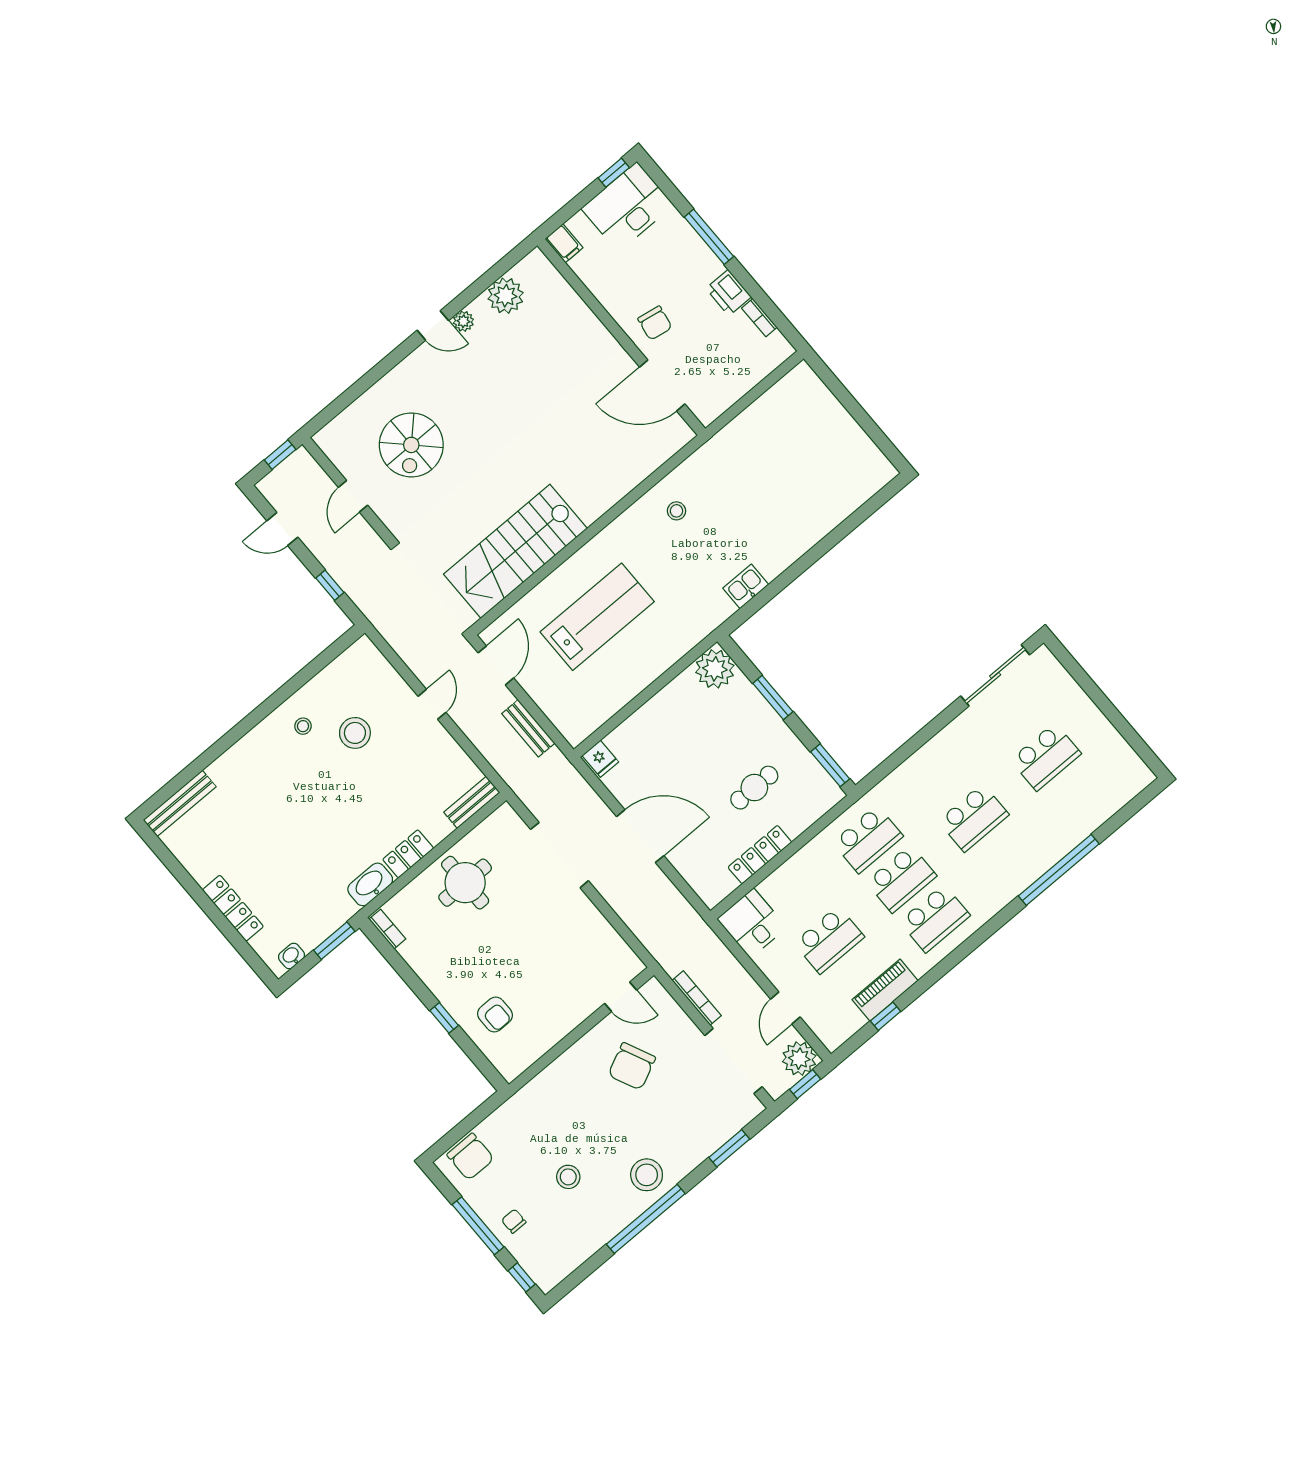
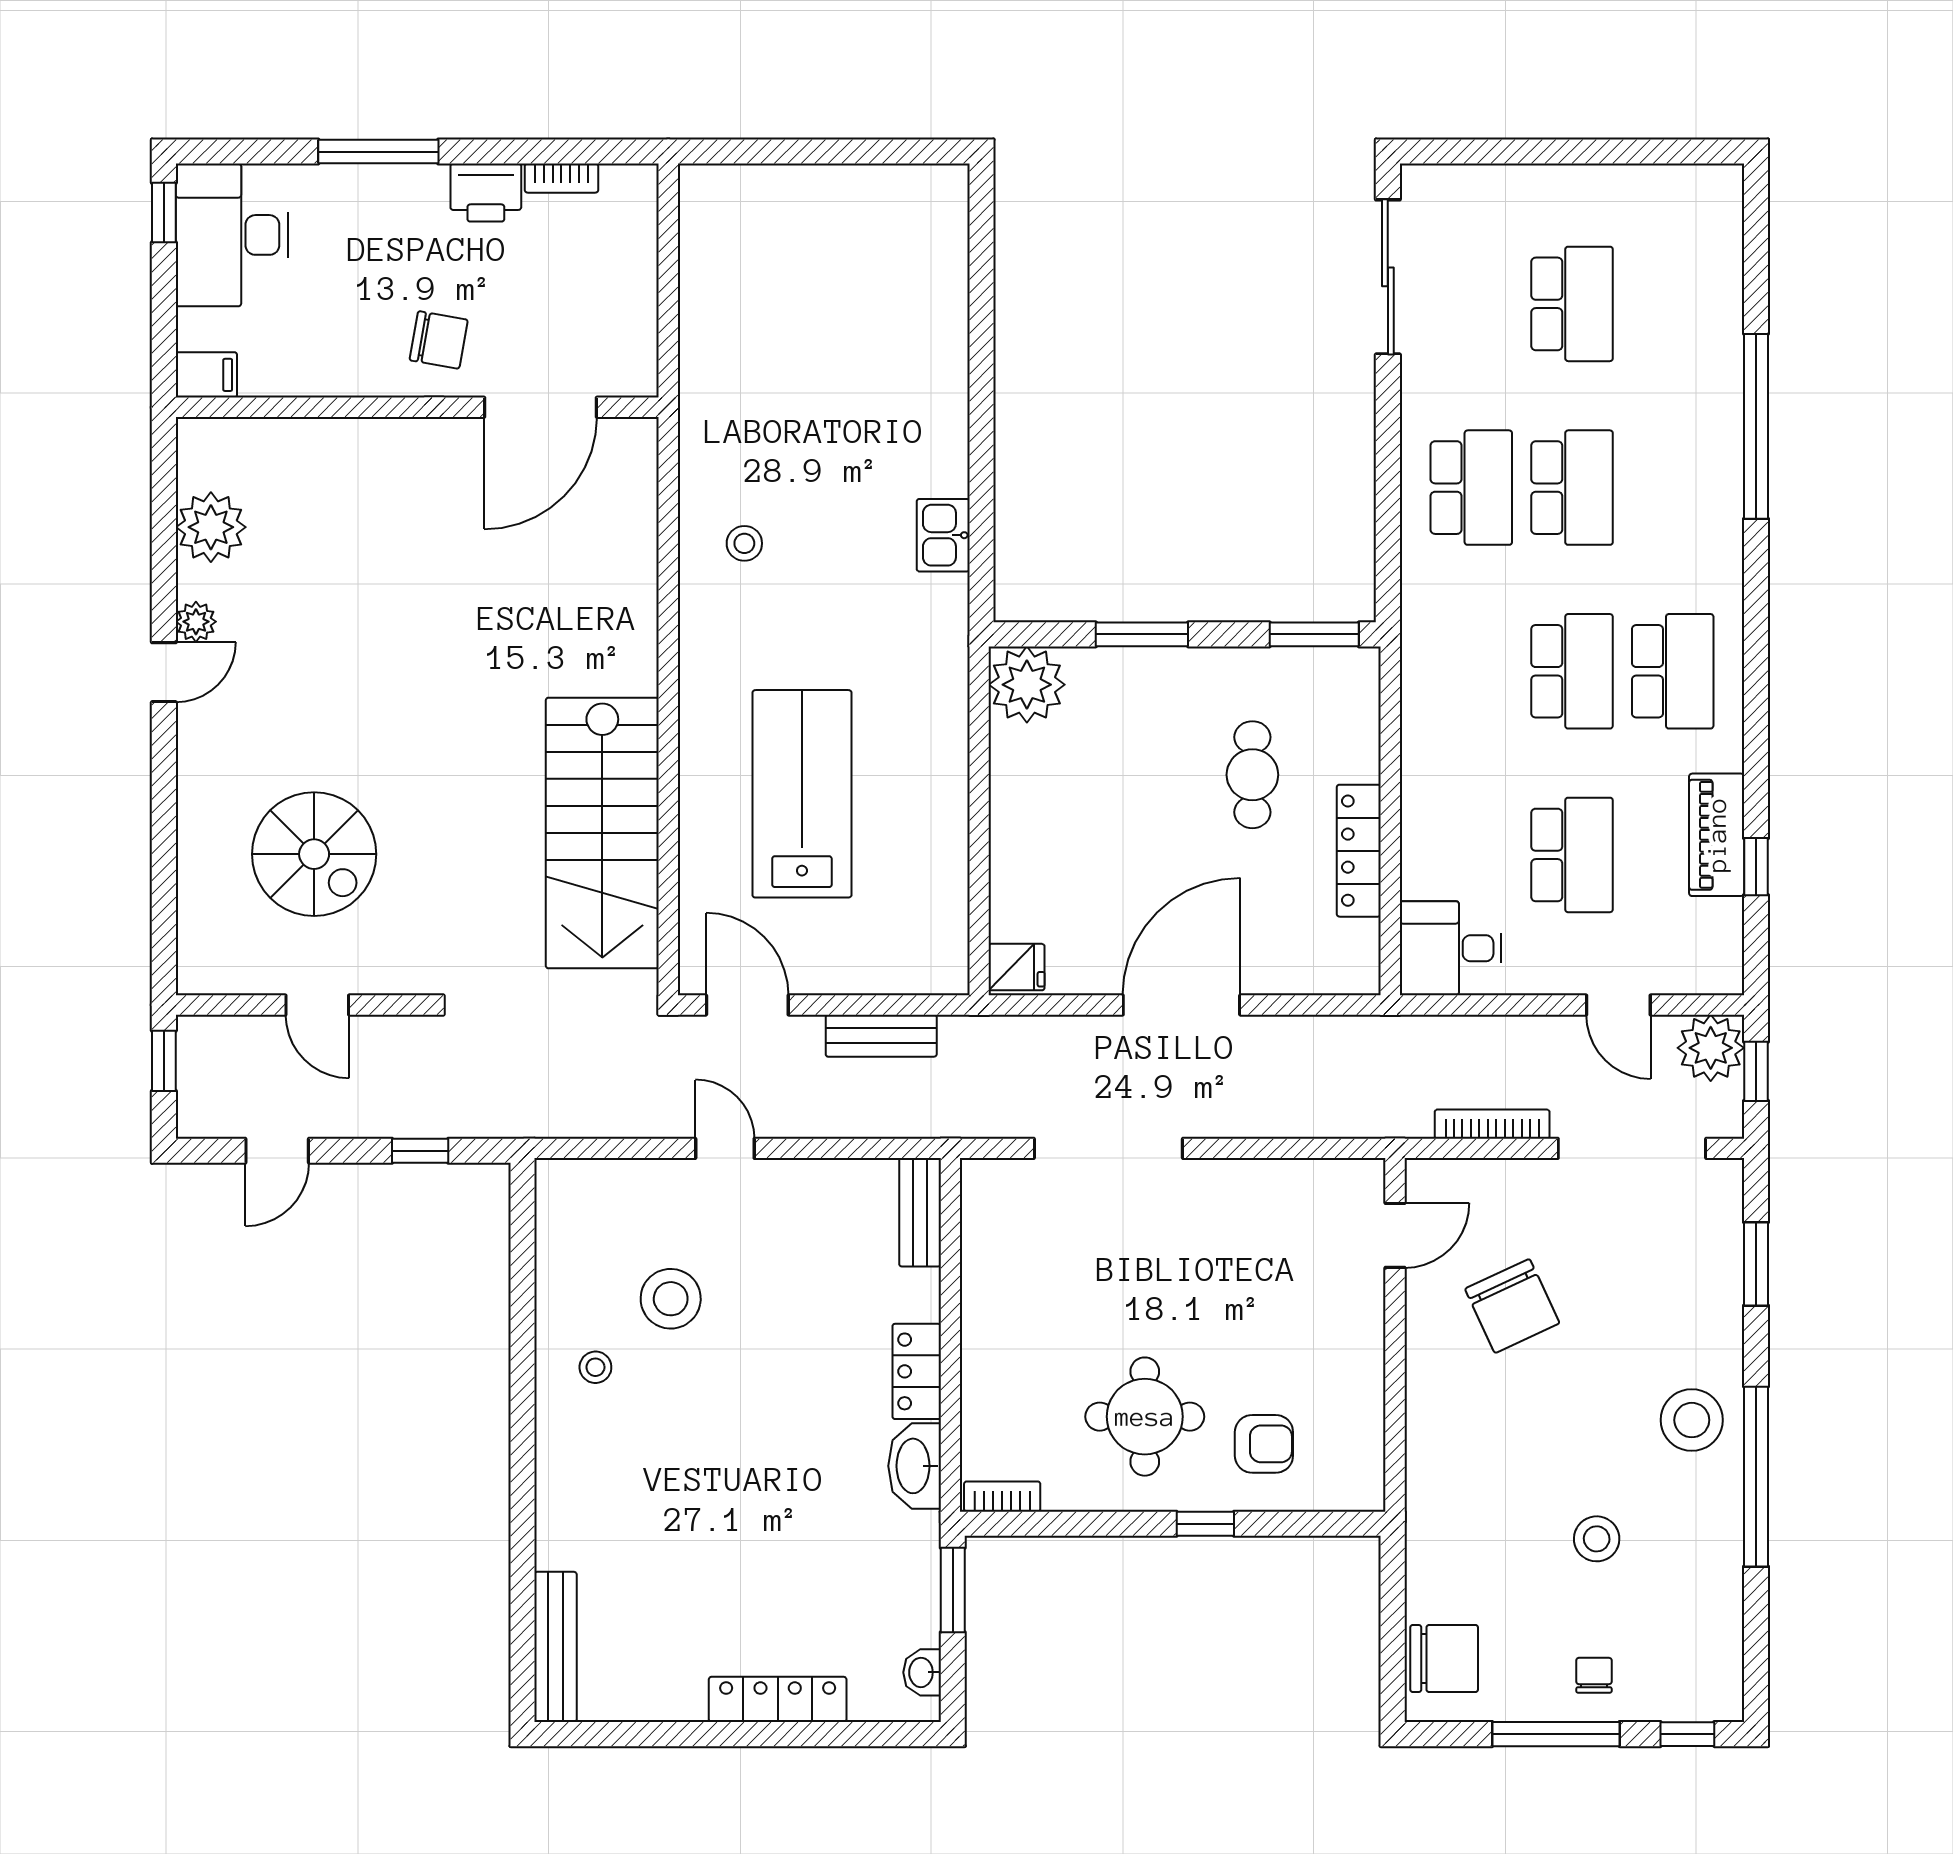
school desk: (868, 839) -> (1471, 488), moved
round table: (465, 883) -> (1145, 1417), moved
chair: (514, 1221) -> (1594, 1675), turned 90

